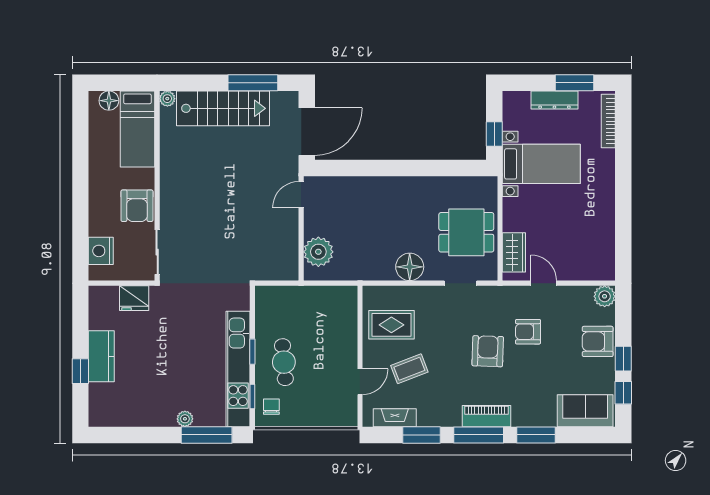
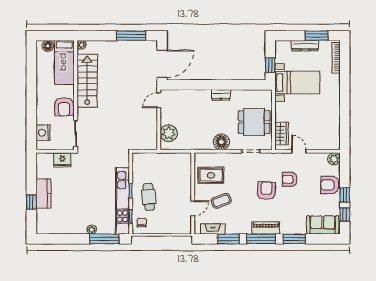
stairs: (223, 108) -> (87, 81), moved, turned -90
dresser: (409, 185) -> (221, 95), added

